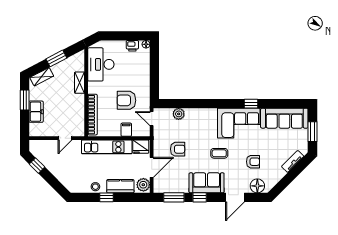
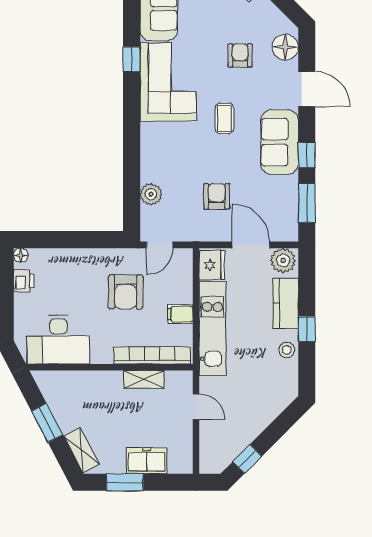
shelving: (80, 83) -> (144, 379), moved
filing cabinet: (126, 130) -> (180, 314), moved

